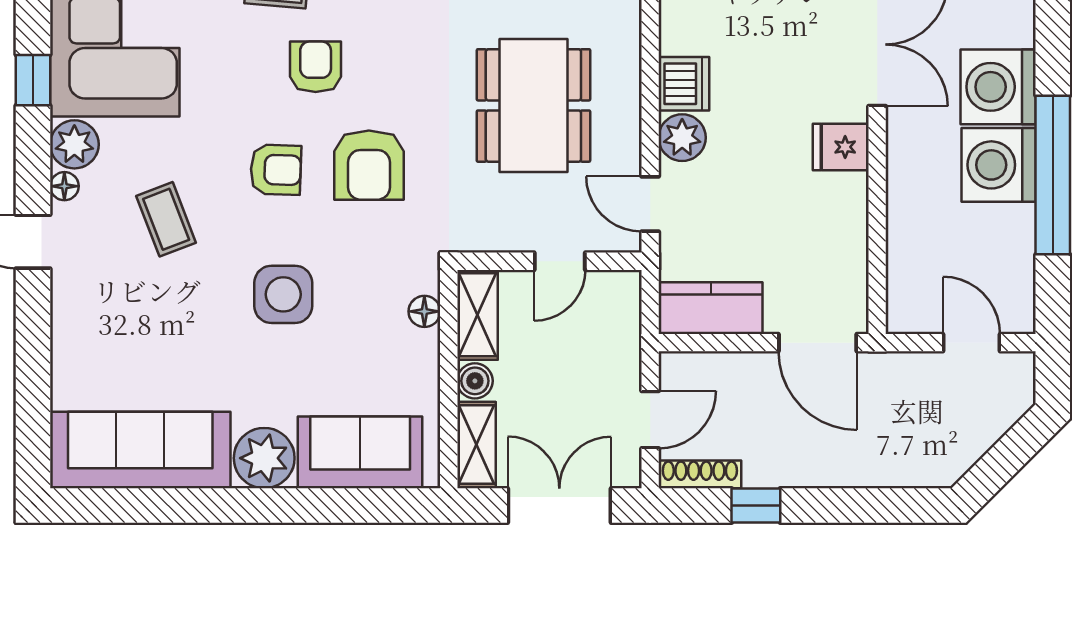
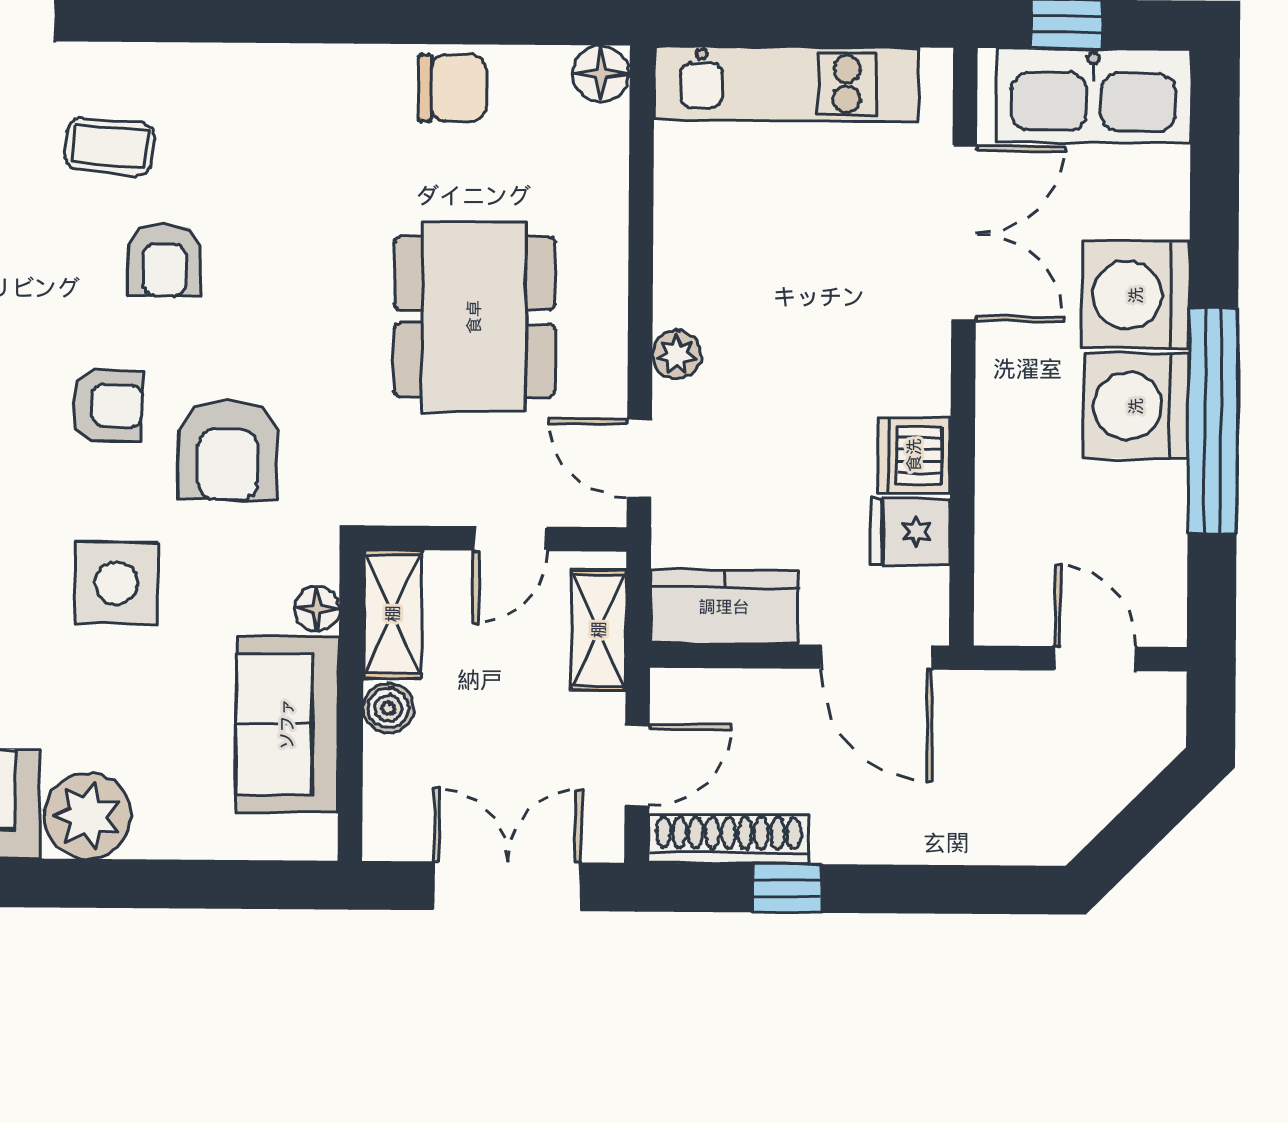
armchair: (316, 67) -> (165, 259), turned 180
dishwasher: (684, 84) -> (914, 455), moved, turned 180
plant: (682, 138) -> (677, 355), width x0.73, depth x0.73
fridge: (841, 147) -> (910, 532), moved
armchair: (369, 165) -> (228, 450), moved
shelving: (476, 445) -> (599, 630), moved
sofa: (360, 452) -> (287, 724), moved, turned -90
shoe rack: (700, 474) -> (729, 839), width x1.36, depth x1.24

